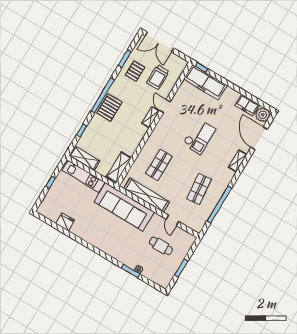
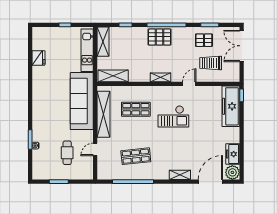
shelving: (151, 117) -> (161, 77), moved
checkout: (199, 136) -> (173, 116), moved

